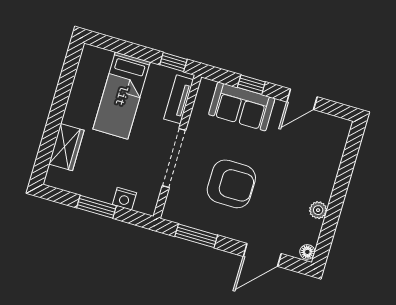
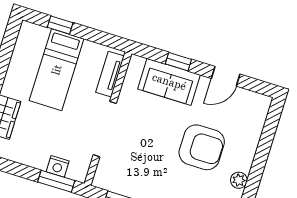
window: (173, 62) -> (60, 25), moved
armchair: (231, 184) -> (202, 147), moved
window: (96, 207) -> (56, 181), moved

